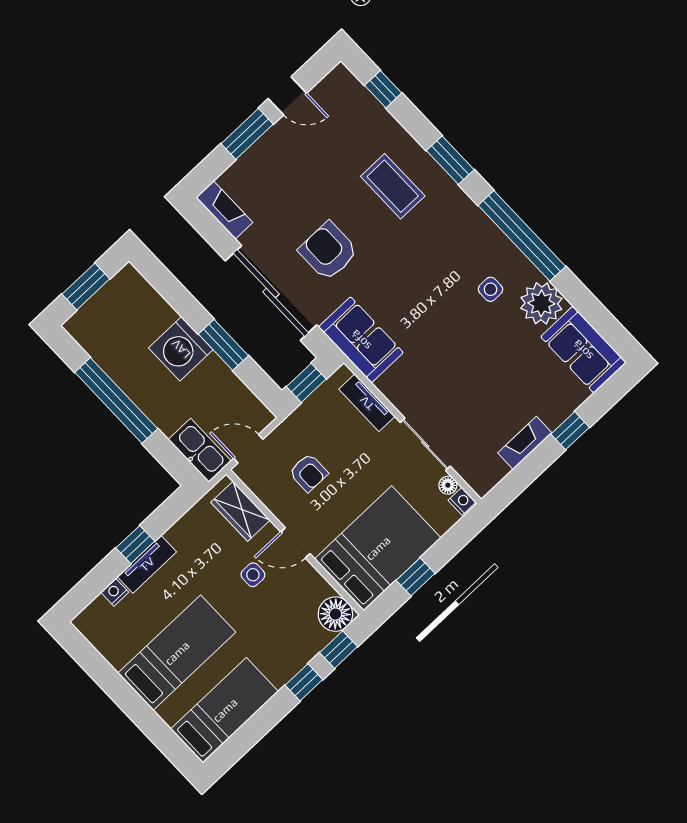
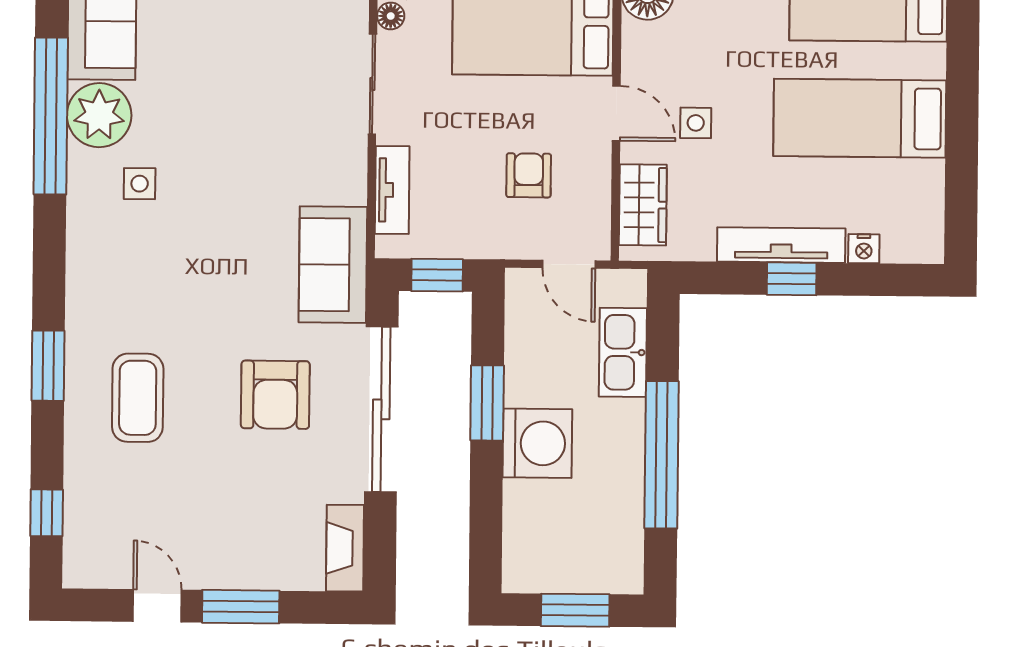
window: (522, 236) -> (51, 116), moved
kitchen sink: (200, 450) -> (623, 352), moved
tv unit: (147, 564) -> (781, 245), width x1.41

